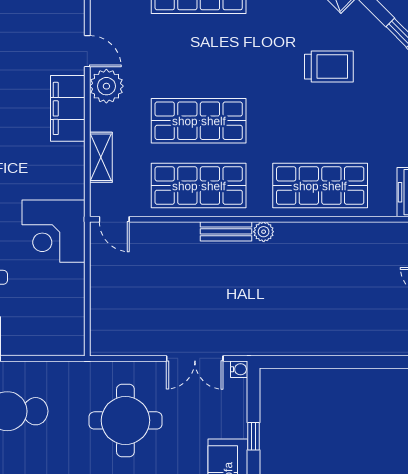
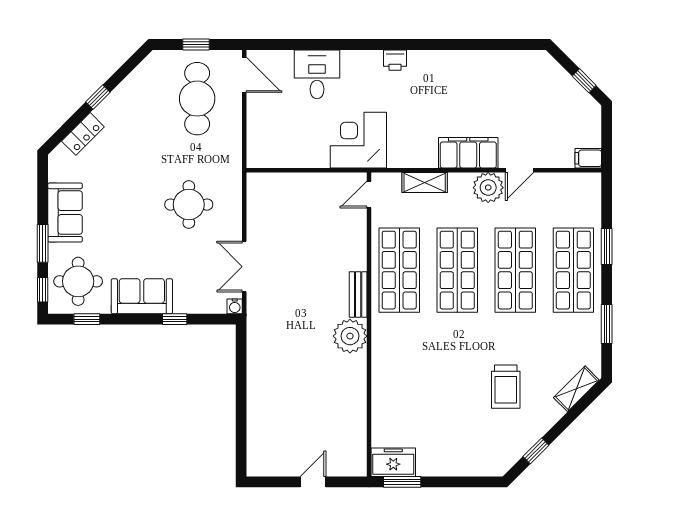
shop shelf: (320, 186) -> (515, 270), moved
plant: (264, 232) -> (350, 336), width x1.88, depth x1.88
round table: (125, 420) -> (189, 205), width x0.73, depth x0.73

